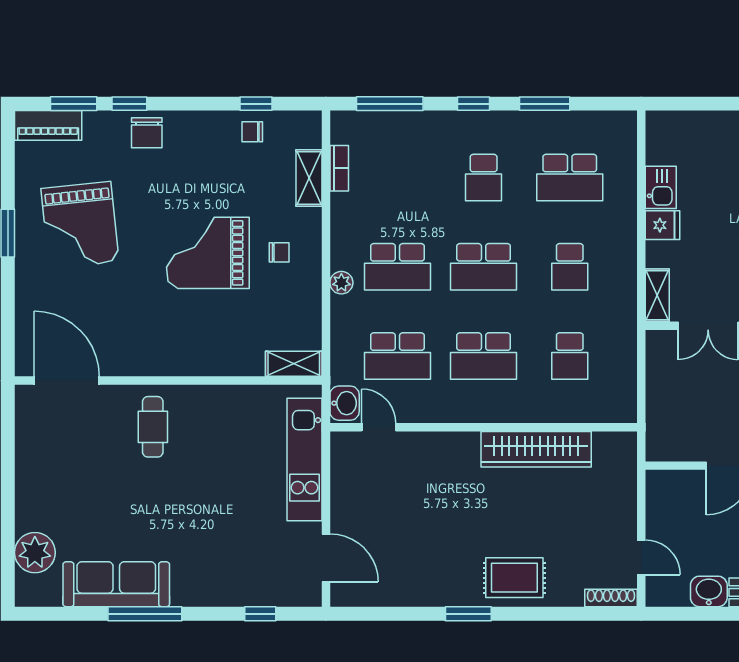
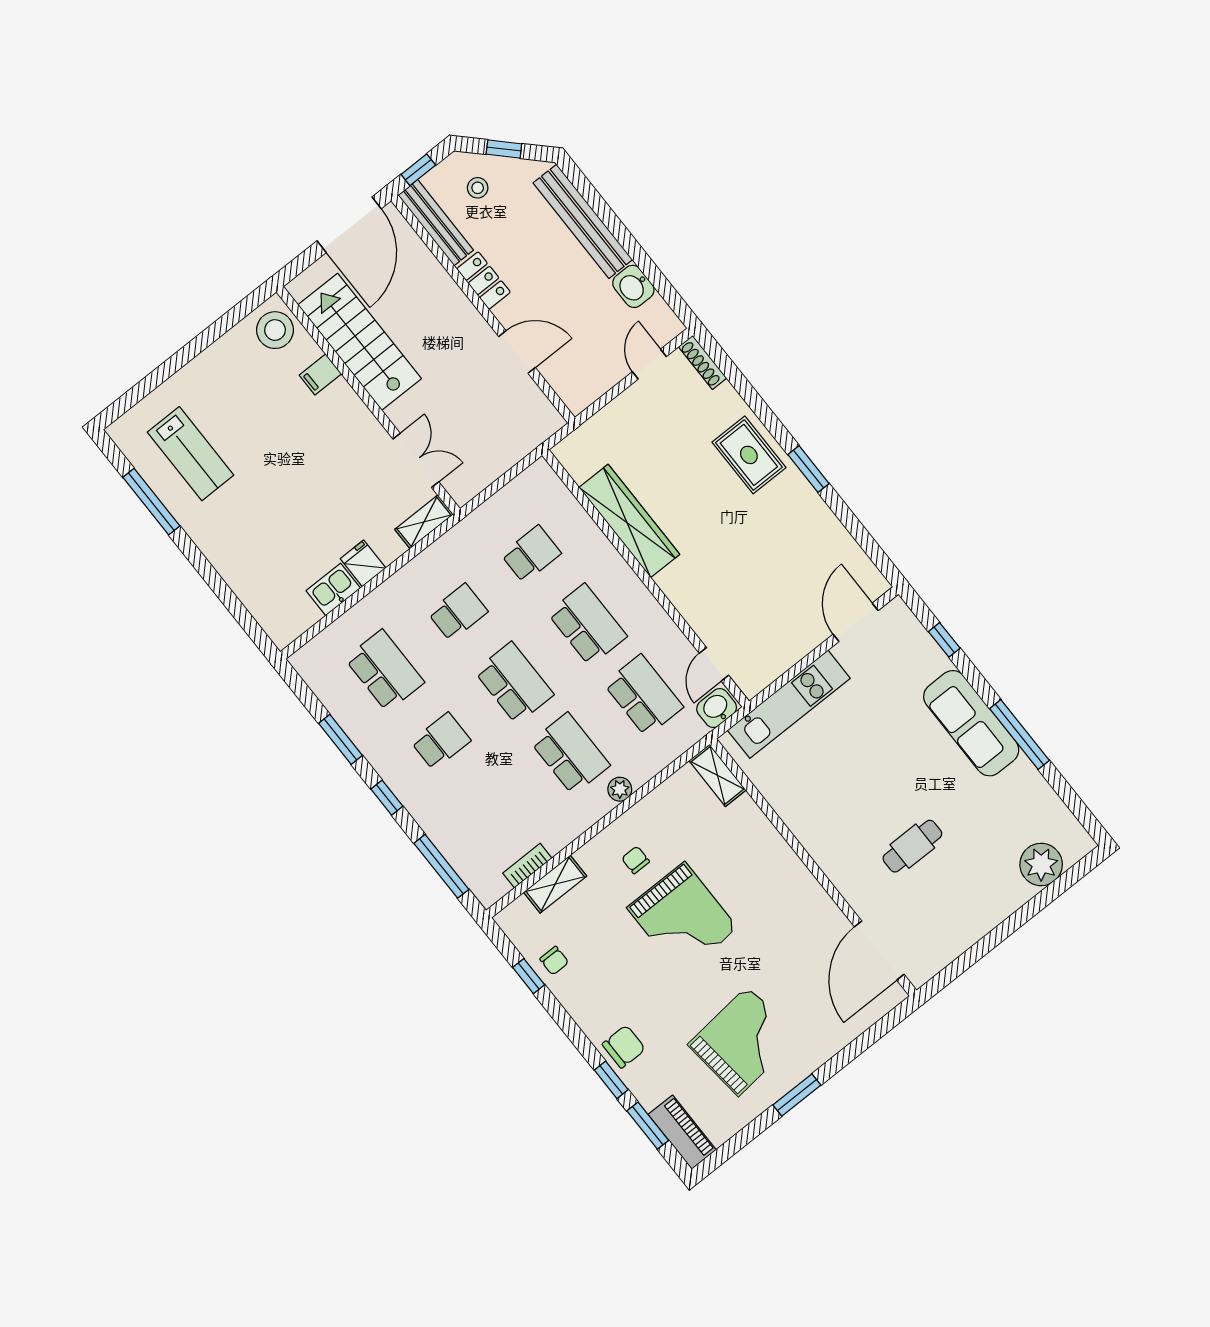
cafe table: (153, 427) -> (912, 846), moved
sofa: (116, 584) -> (971, 723), moved

